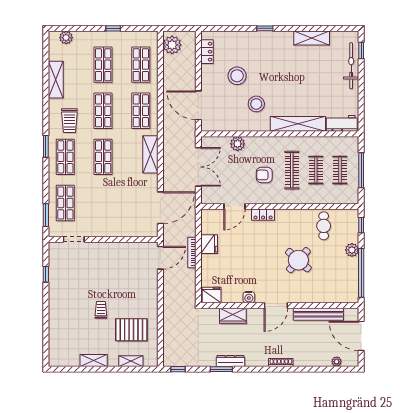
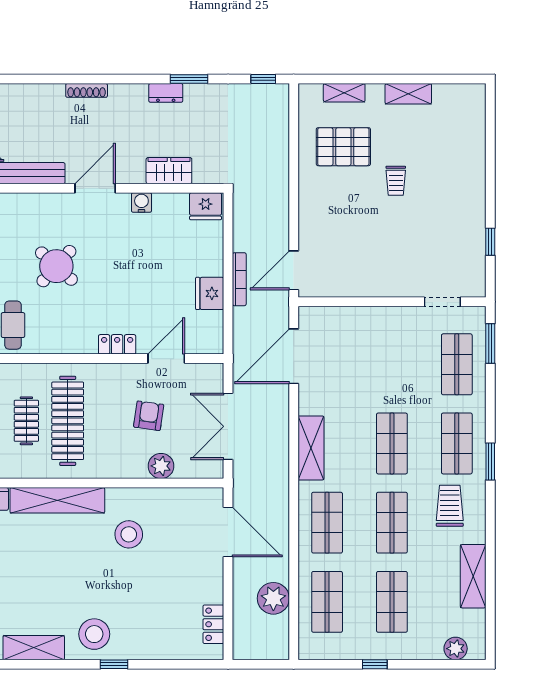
plant: (172, 45) -> (273, 598), moved
stool: (237, 76) -> (94, 634), moved
clothes rail: (292, 170) -> (68, 421), width x1.37, depth x1.31
armchair: (264, 175) -> (149, 416), moved, turned -82
dresser: (230, 361) -> (166, 93), width x0.70

